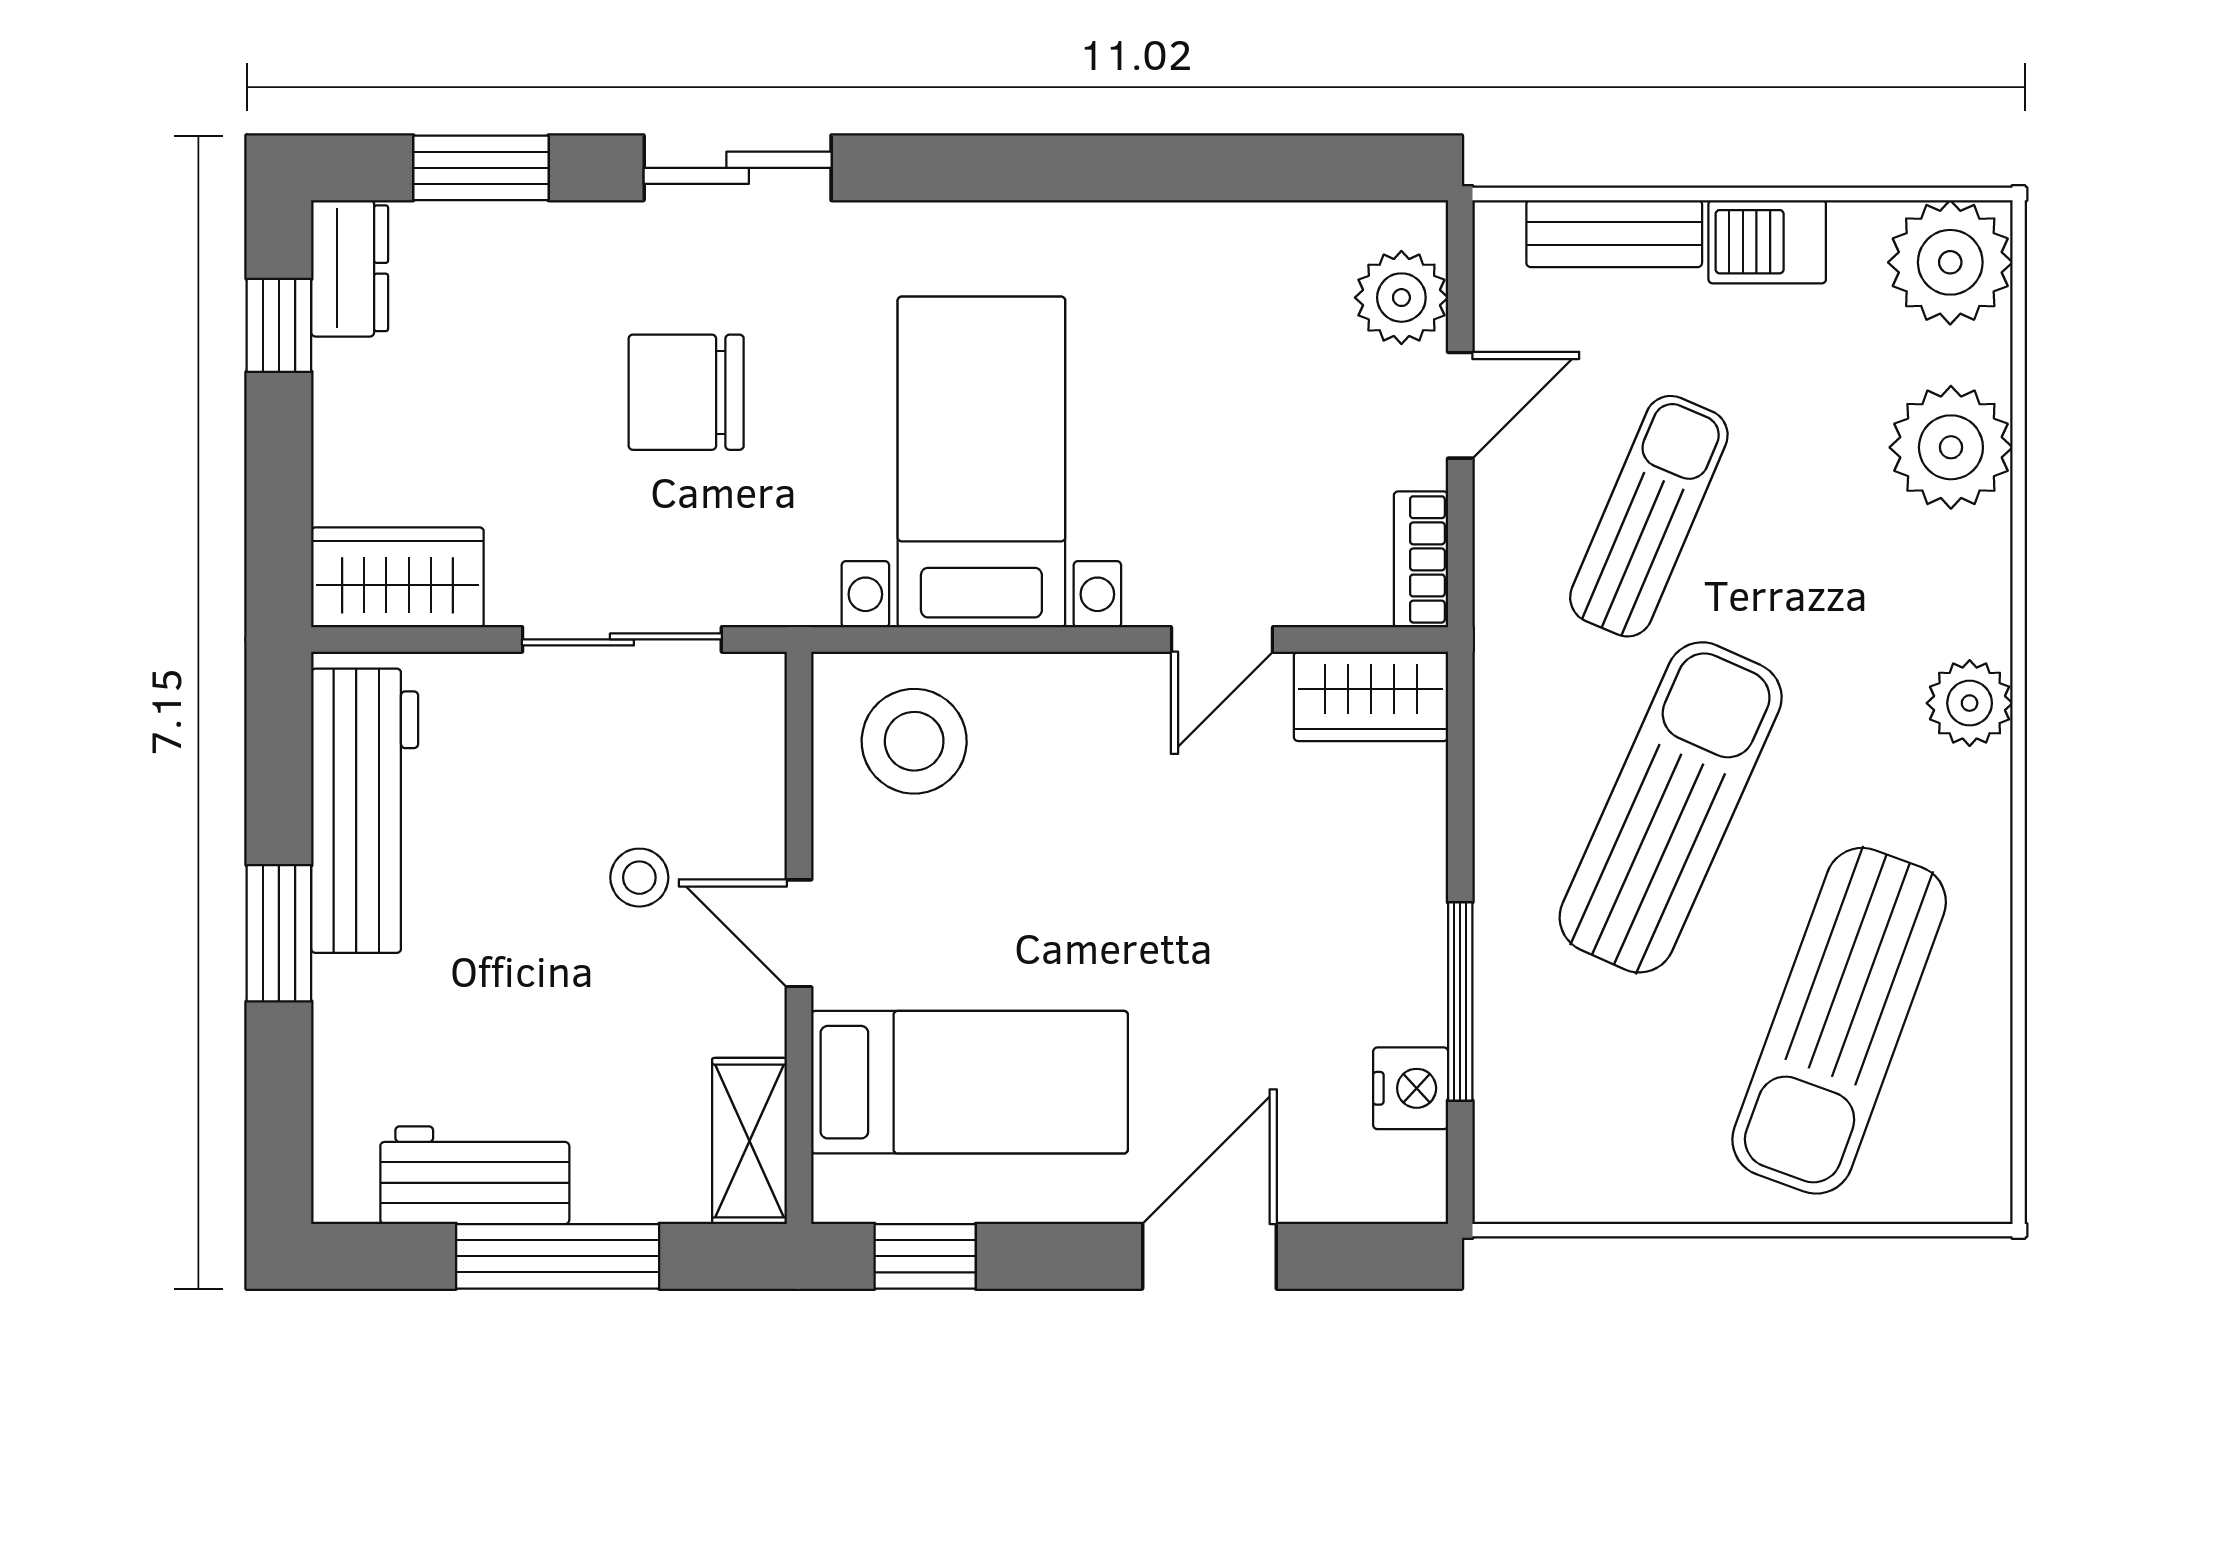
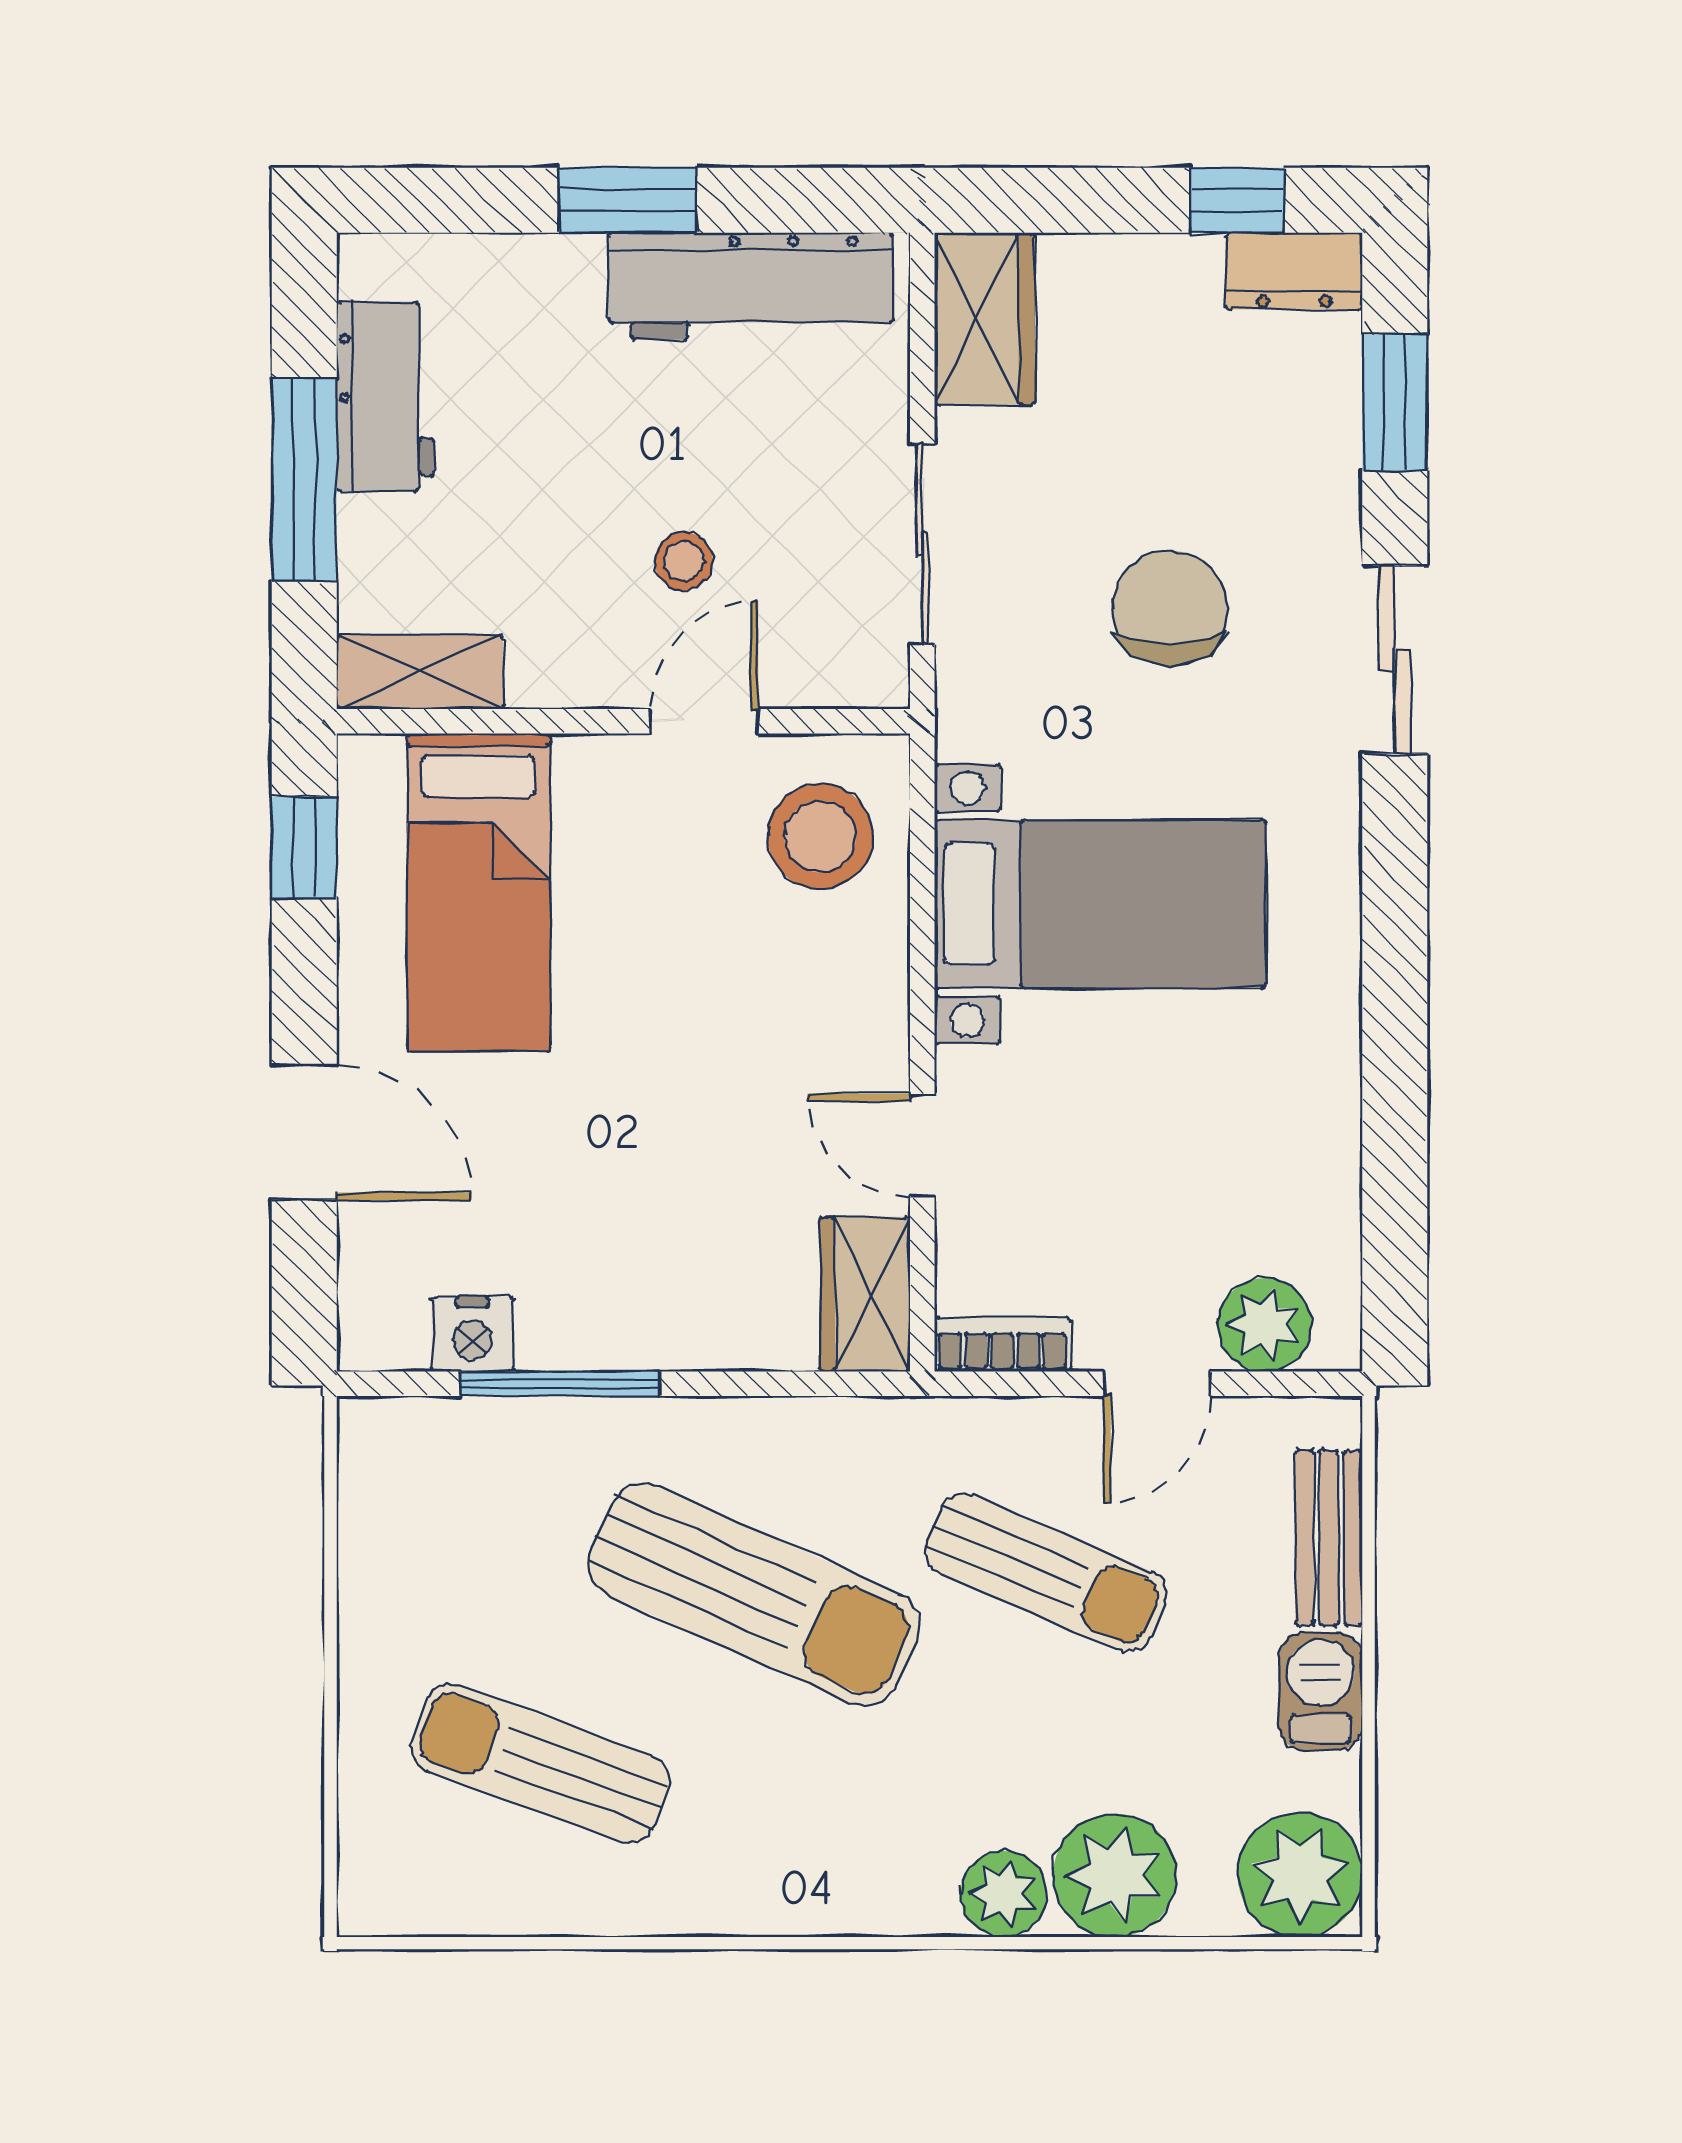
door: (1460, 405) -> (1157, 1384), hinge flipped
plant: (1970, 703) -> (1004, 1894), moved
door: (799, 933) -> (704, 721), moved
sun lounger: (1839, 1021) -> (540, 1763), width x0.73, depth x0.75

